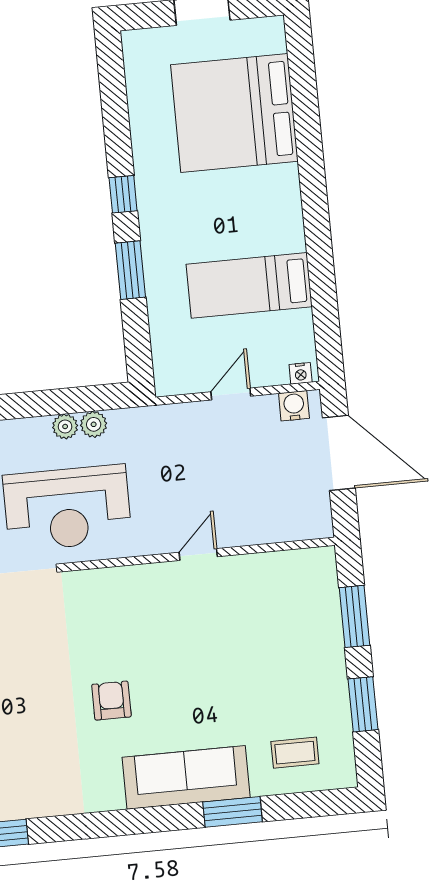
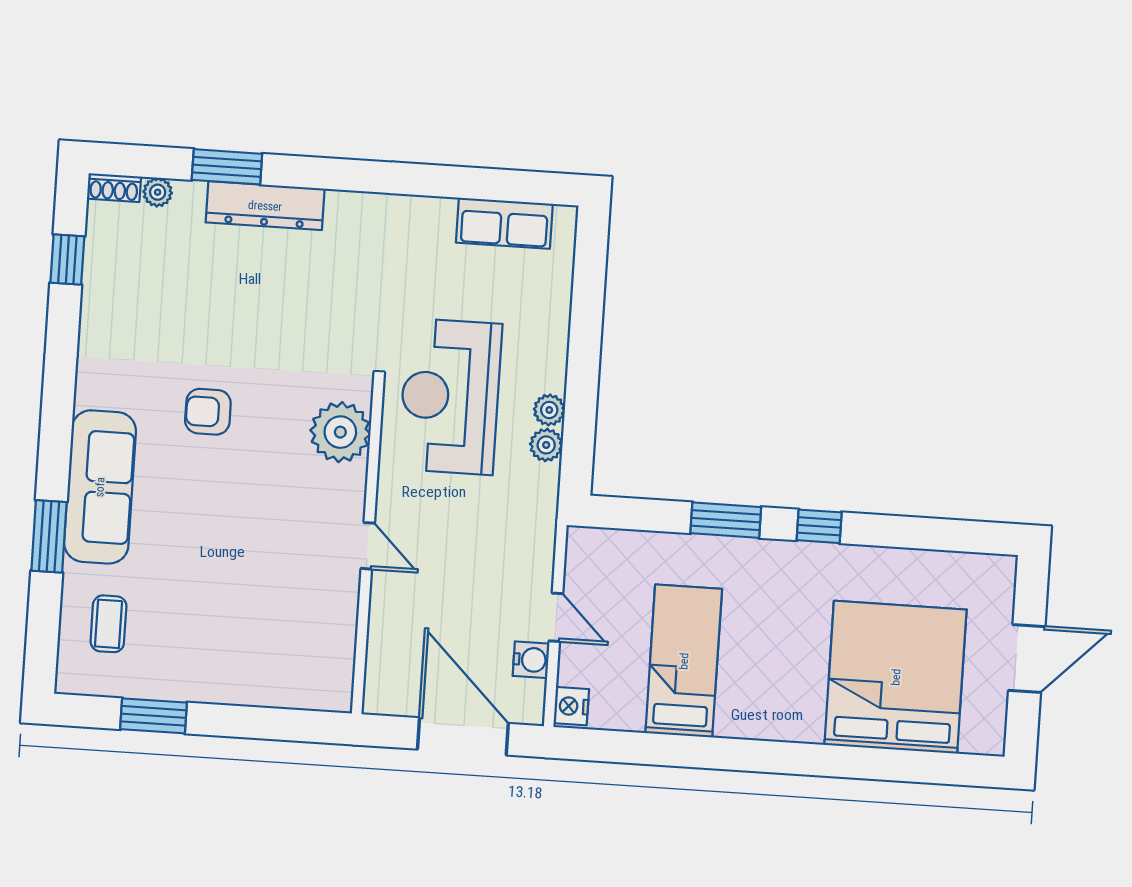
nightstand: (301, 373) -> (571, 706), width x1.39, depth x1.35
water cooler: (294, 406) -> (531, 660), moved
door: (339, 453) -> (463, 736), swing flipped
plant: (110, 591) -> (340, 432), added
window: (355, 616) -> (262, 723), removed
armchair: (111, 701) -> (208, 412), turned 180

